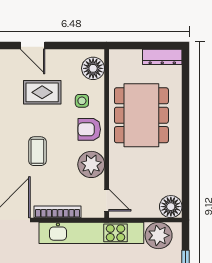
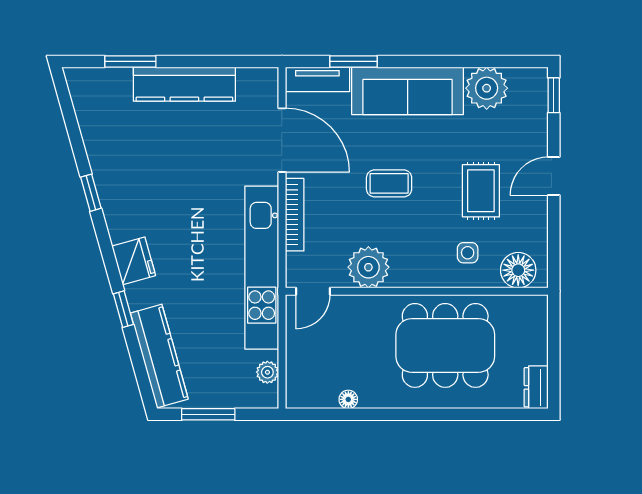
dresser: (162, 57) -> (536, 387), width x0.70
armchair: (89, 129) -> (423, 264), removed
floor lamp: (171, 207) -> (348, 399), moved, width x0.53, depth x0.53
plant: (159, 235) -> (267, 372), width x0.53, depth x0.53

